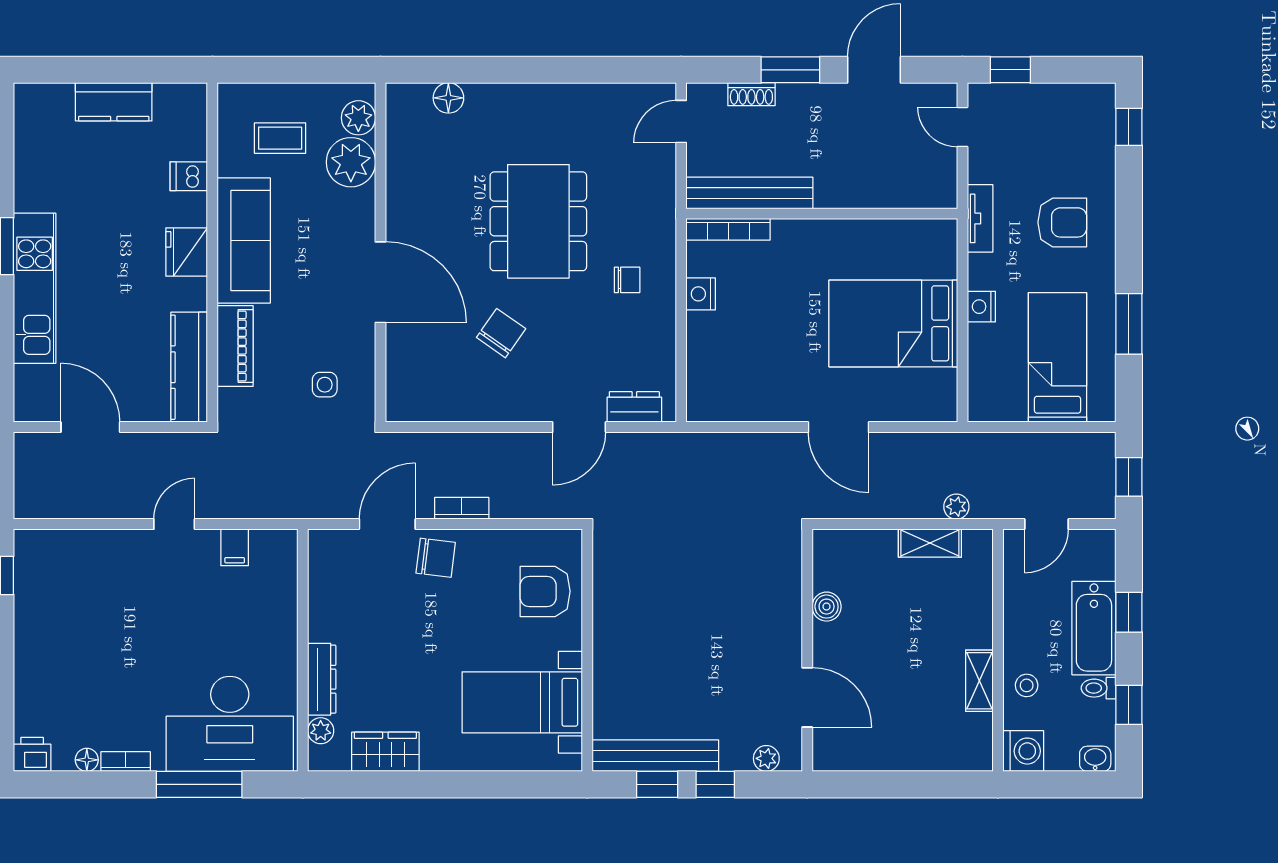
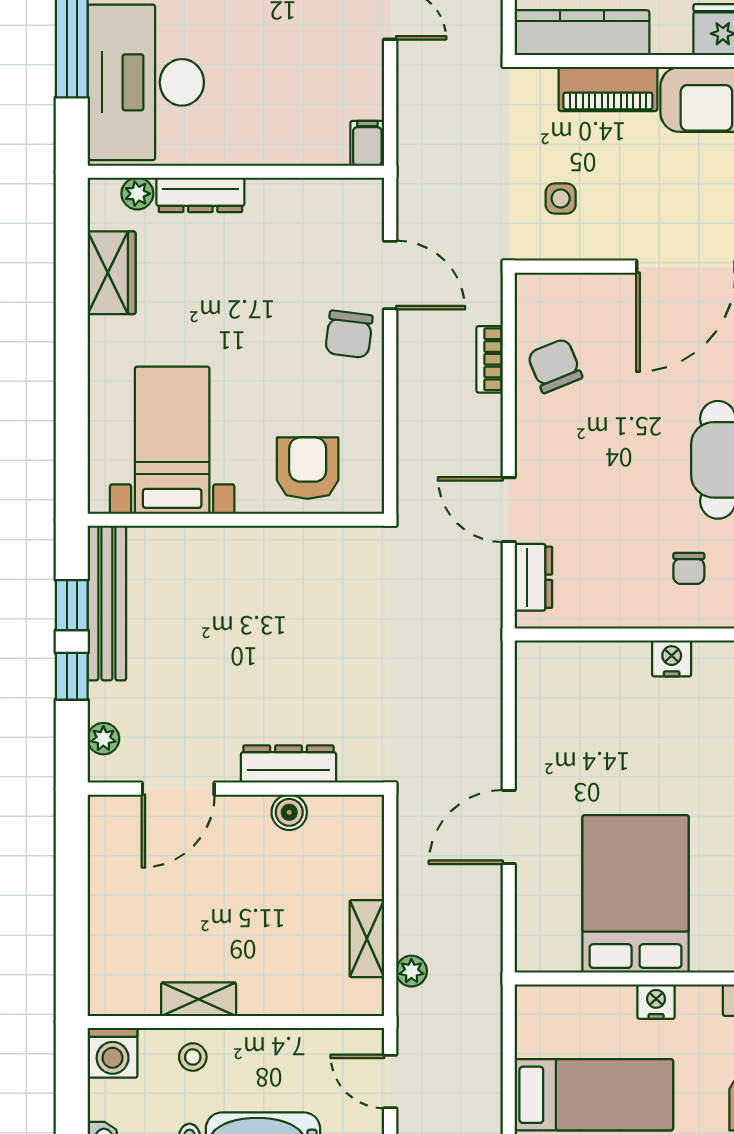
chair: (501, 333) -> (555, 366), moved, turned -147
bookcase: (462, 508) -> (490, 359), moved, turned 180
filing cabinet: (235, 547) -> (367, 143), moved, turned 90
dresser: (787, 607) -> (288, 764), added

